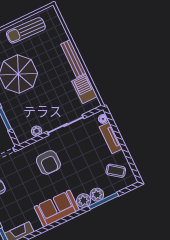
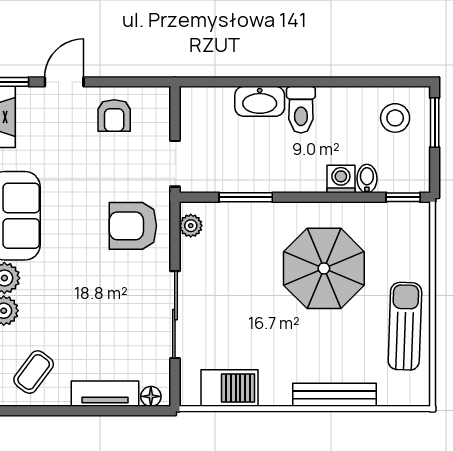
bench: (73, 59) -> (334, 395), moved
plant: (37, 131) -> (191, 226), moved
armchair: (48, 162) -> (133, 226), moved

